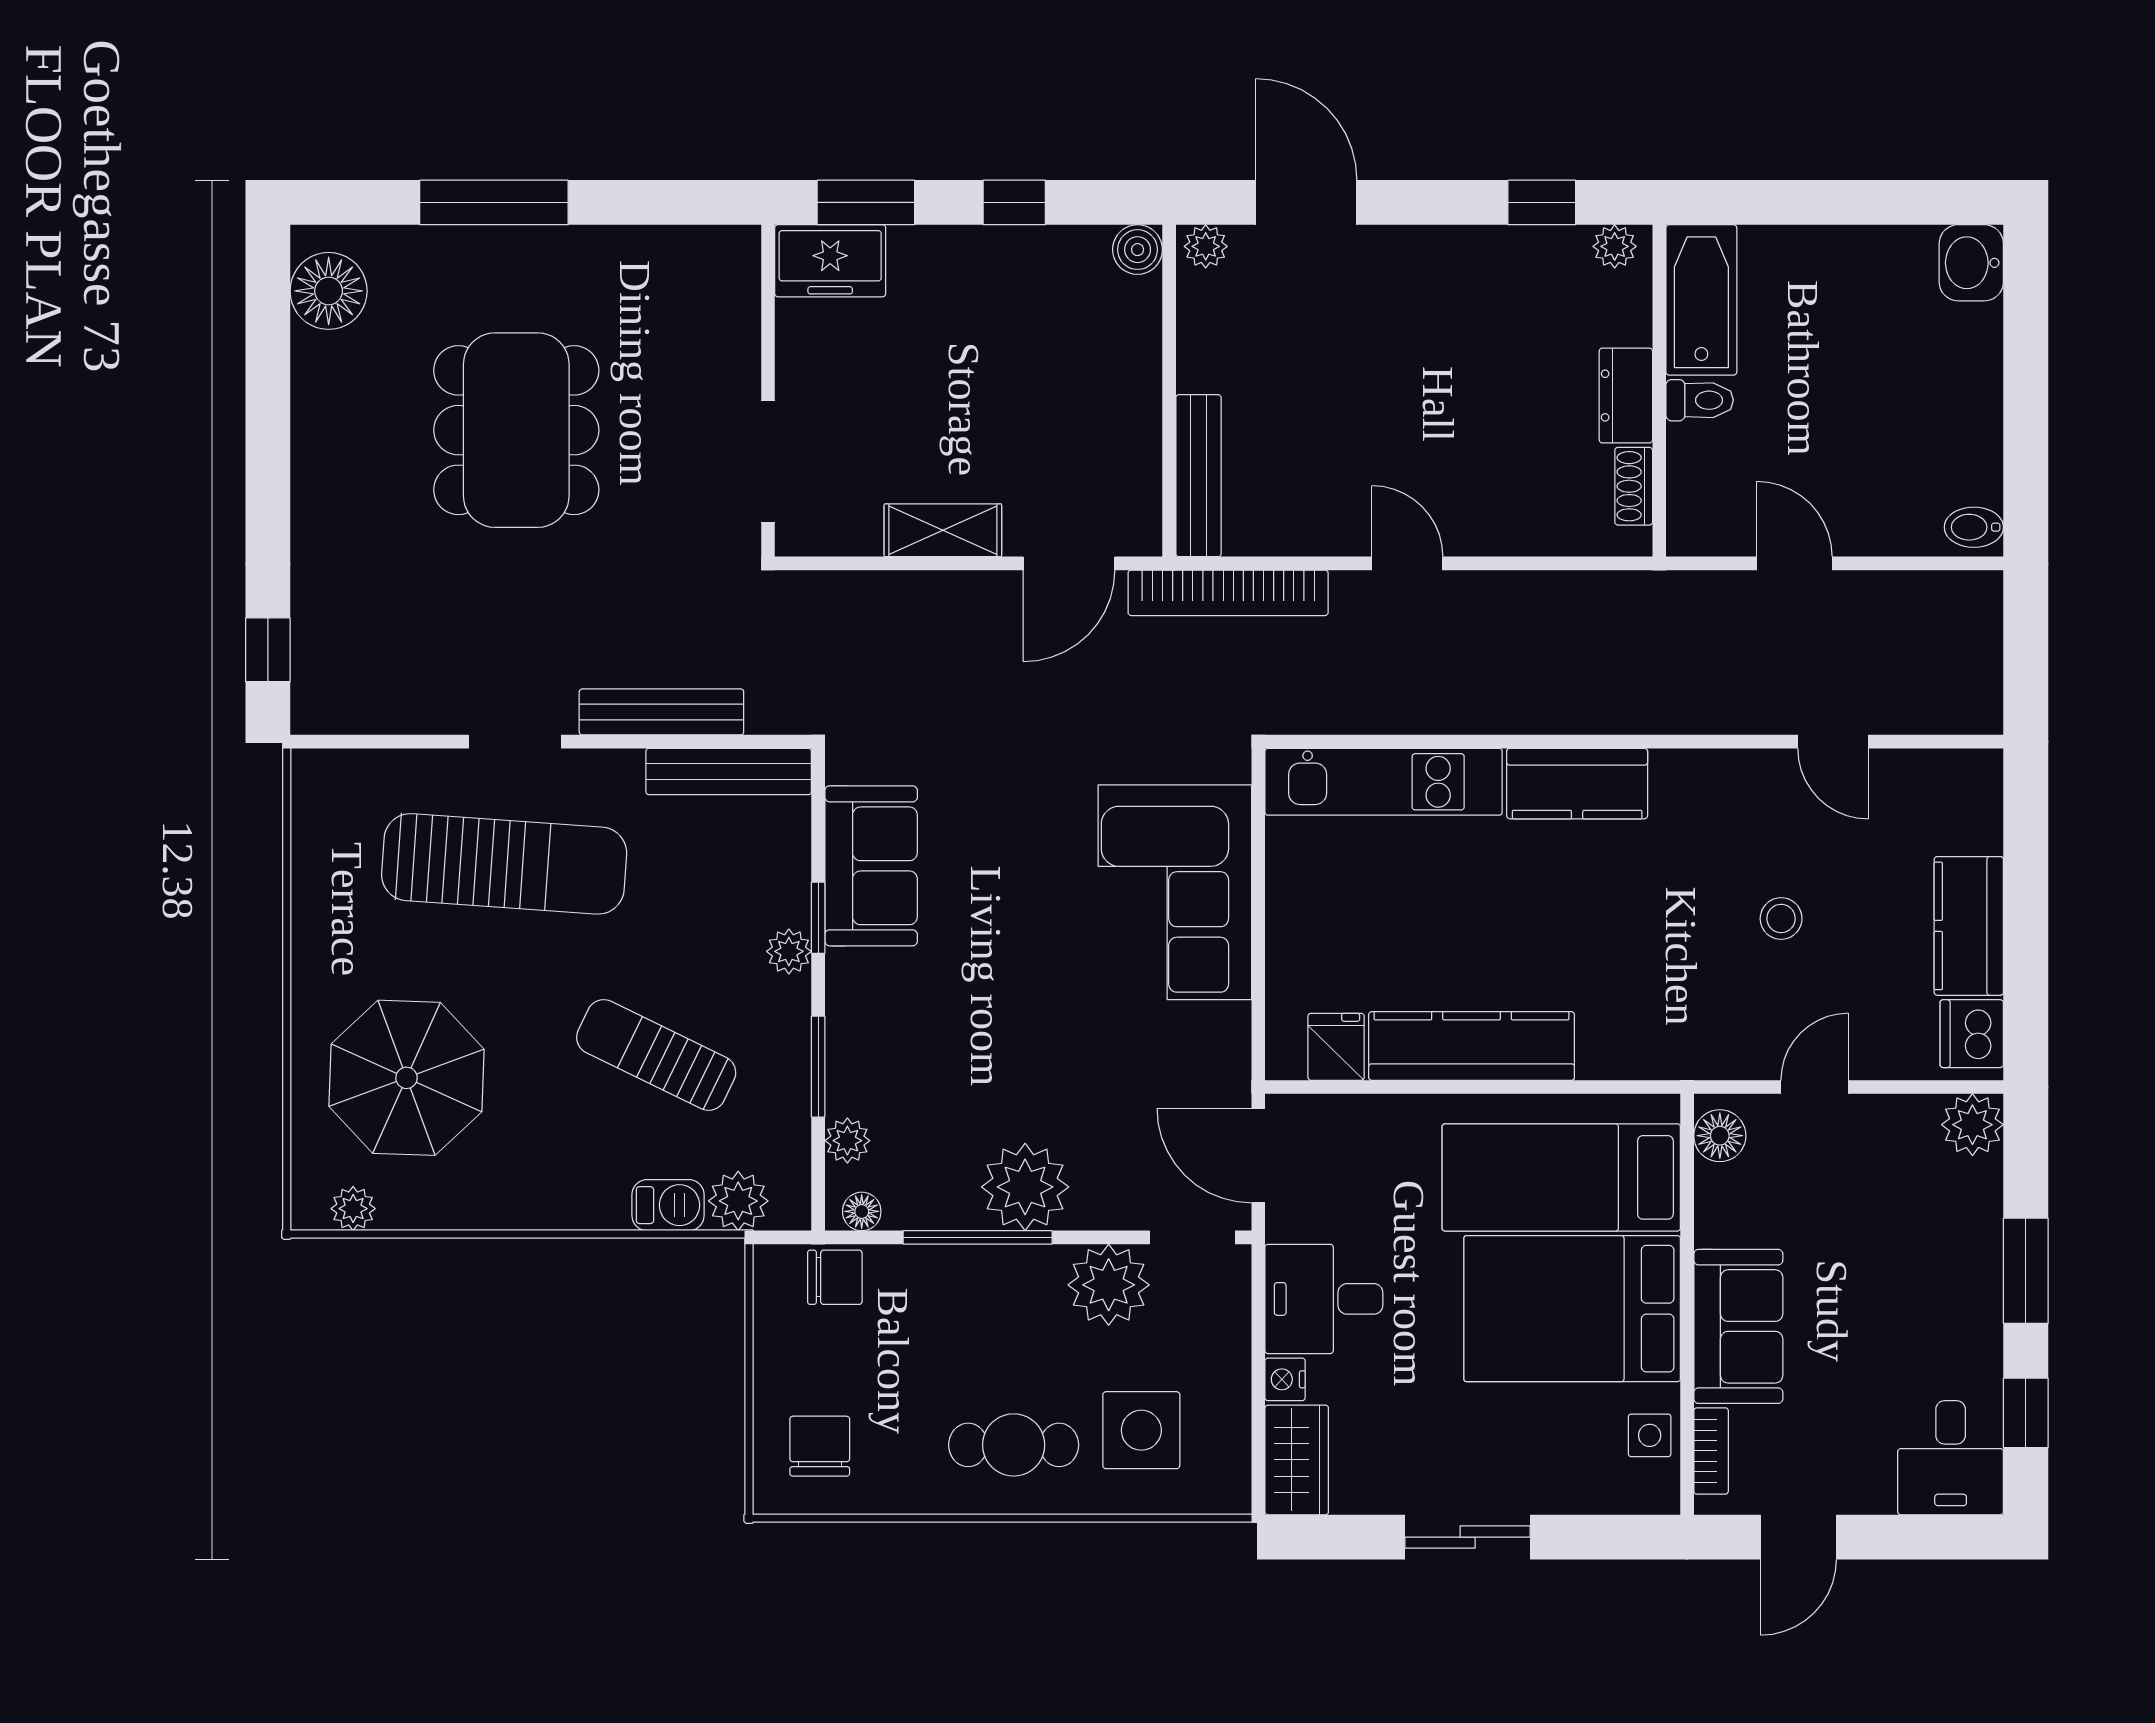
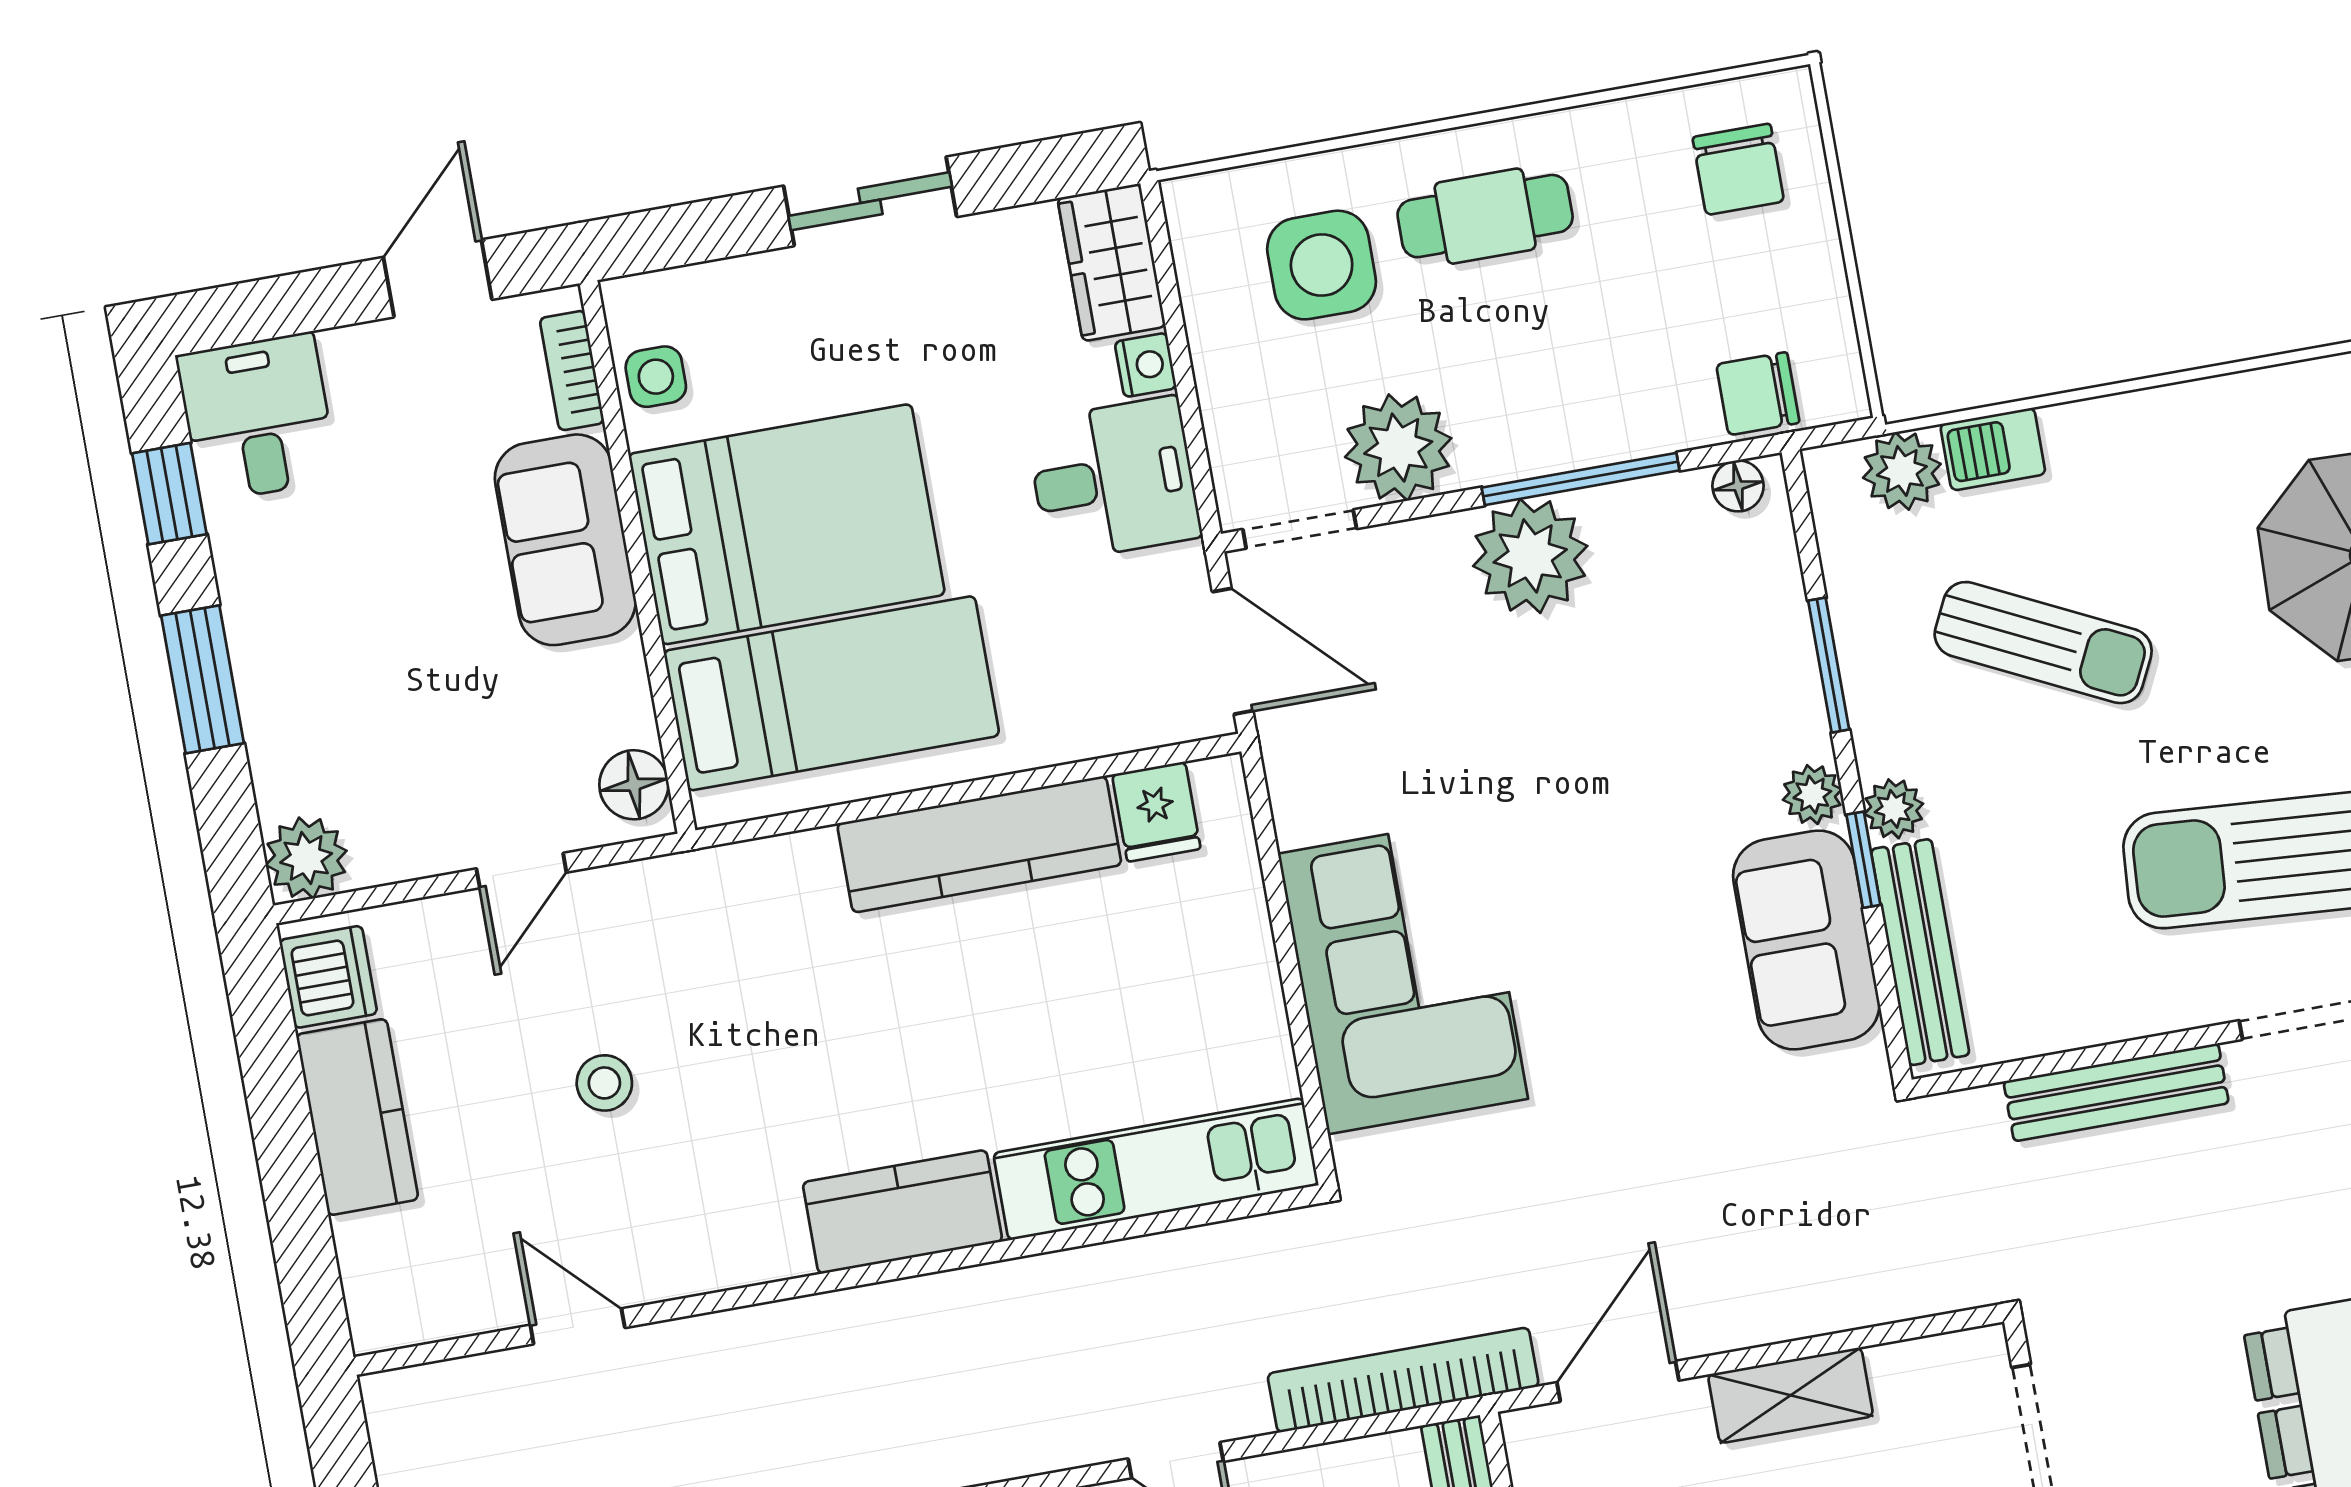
bench: (729, 772) -> (1920, 952), moved, turned 90
plant: (847, 1141) -> (1812, 795), moved

